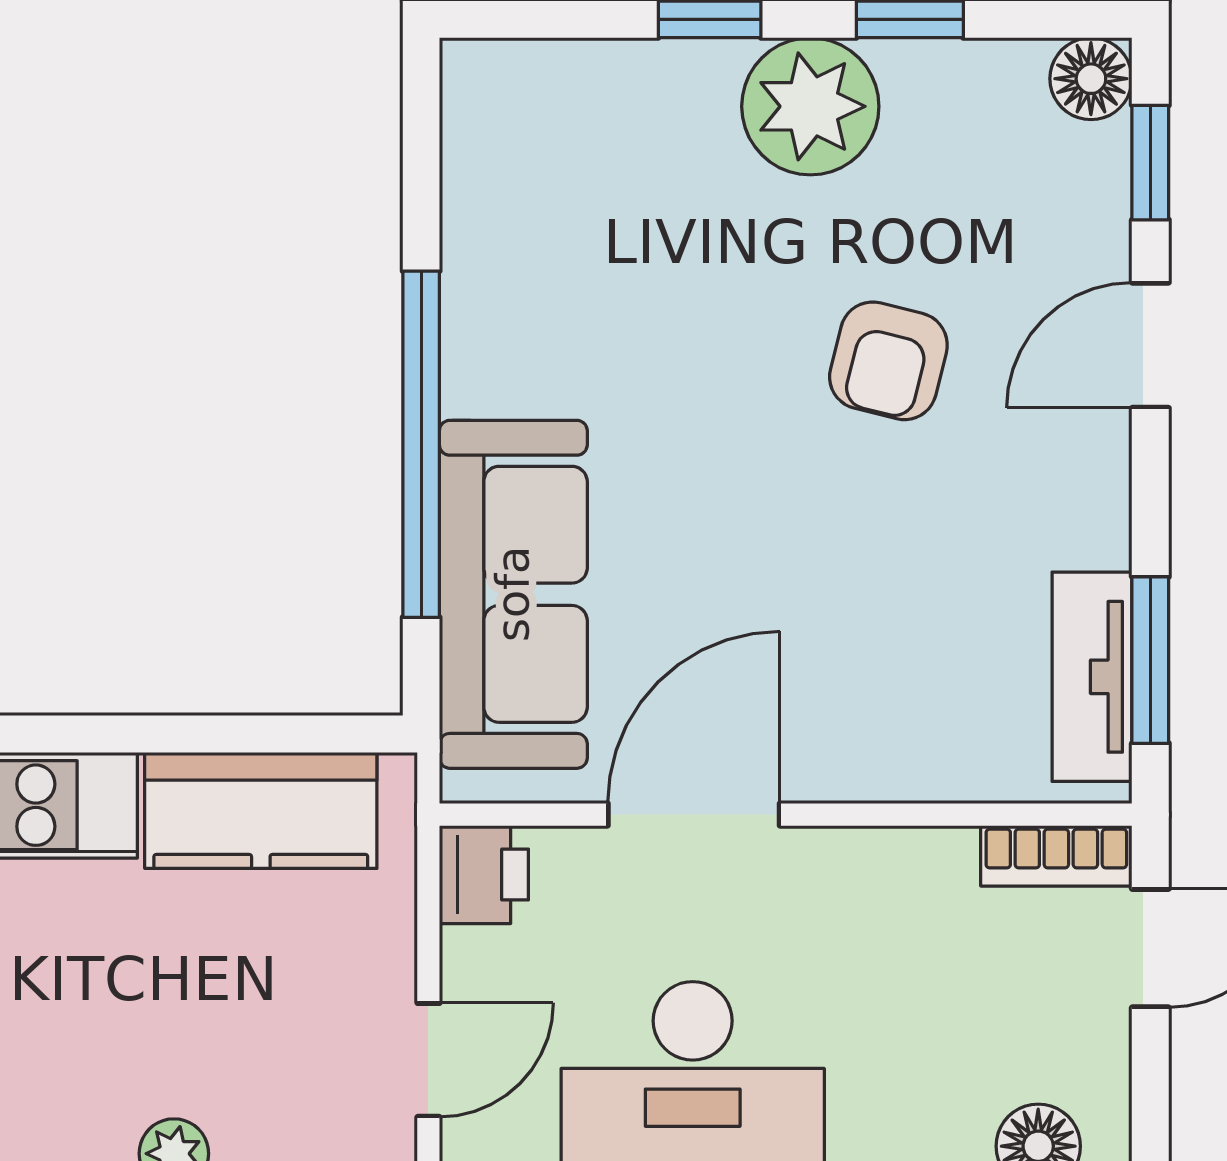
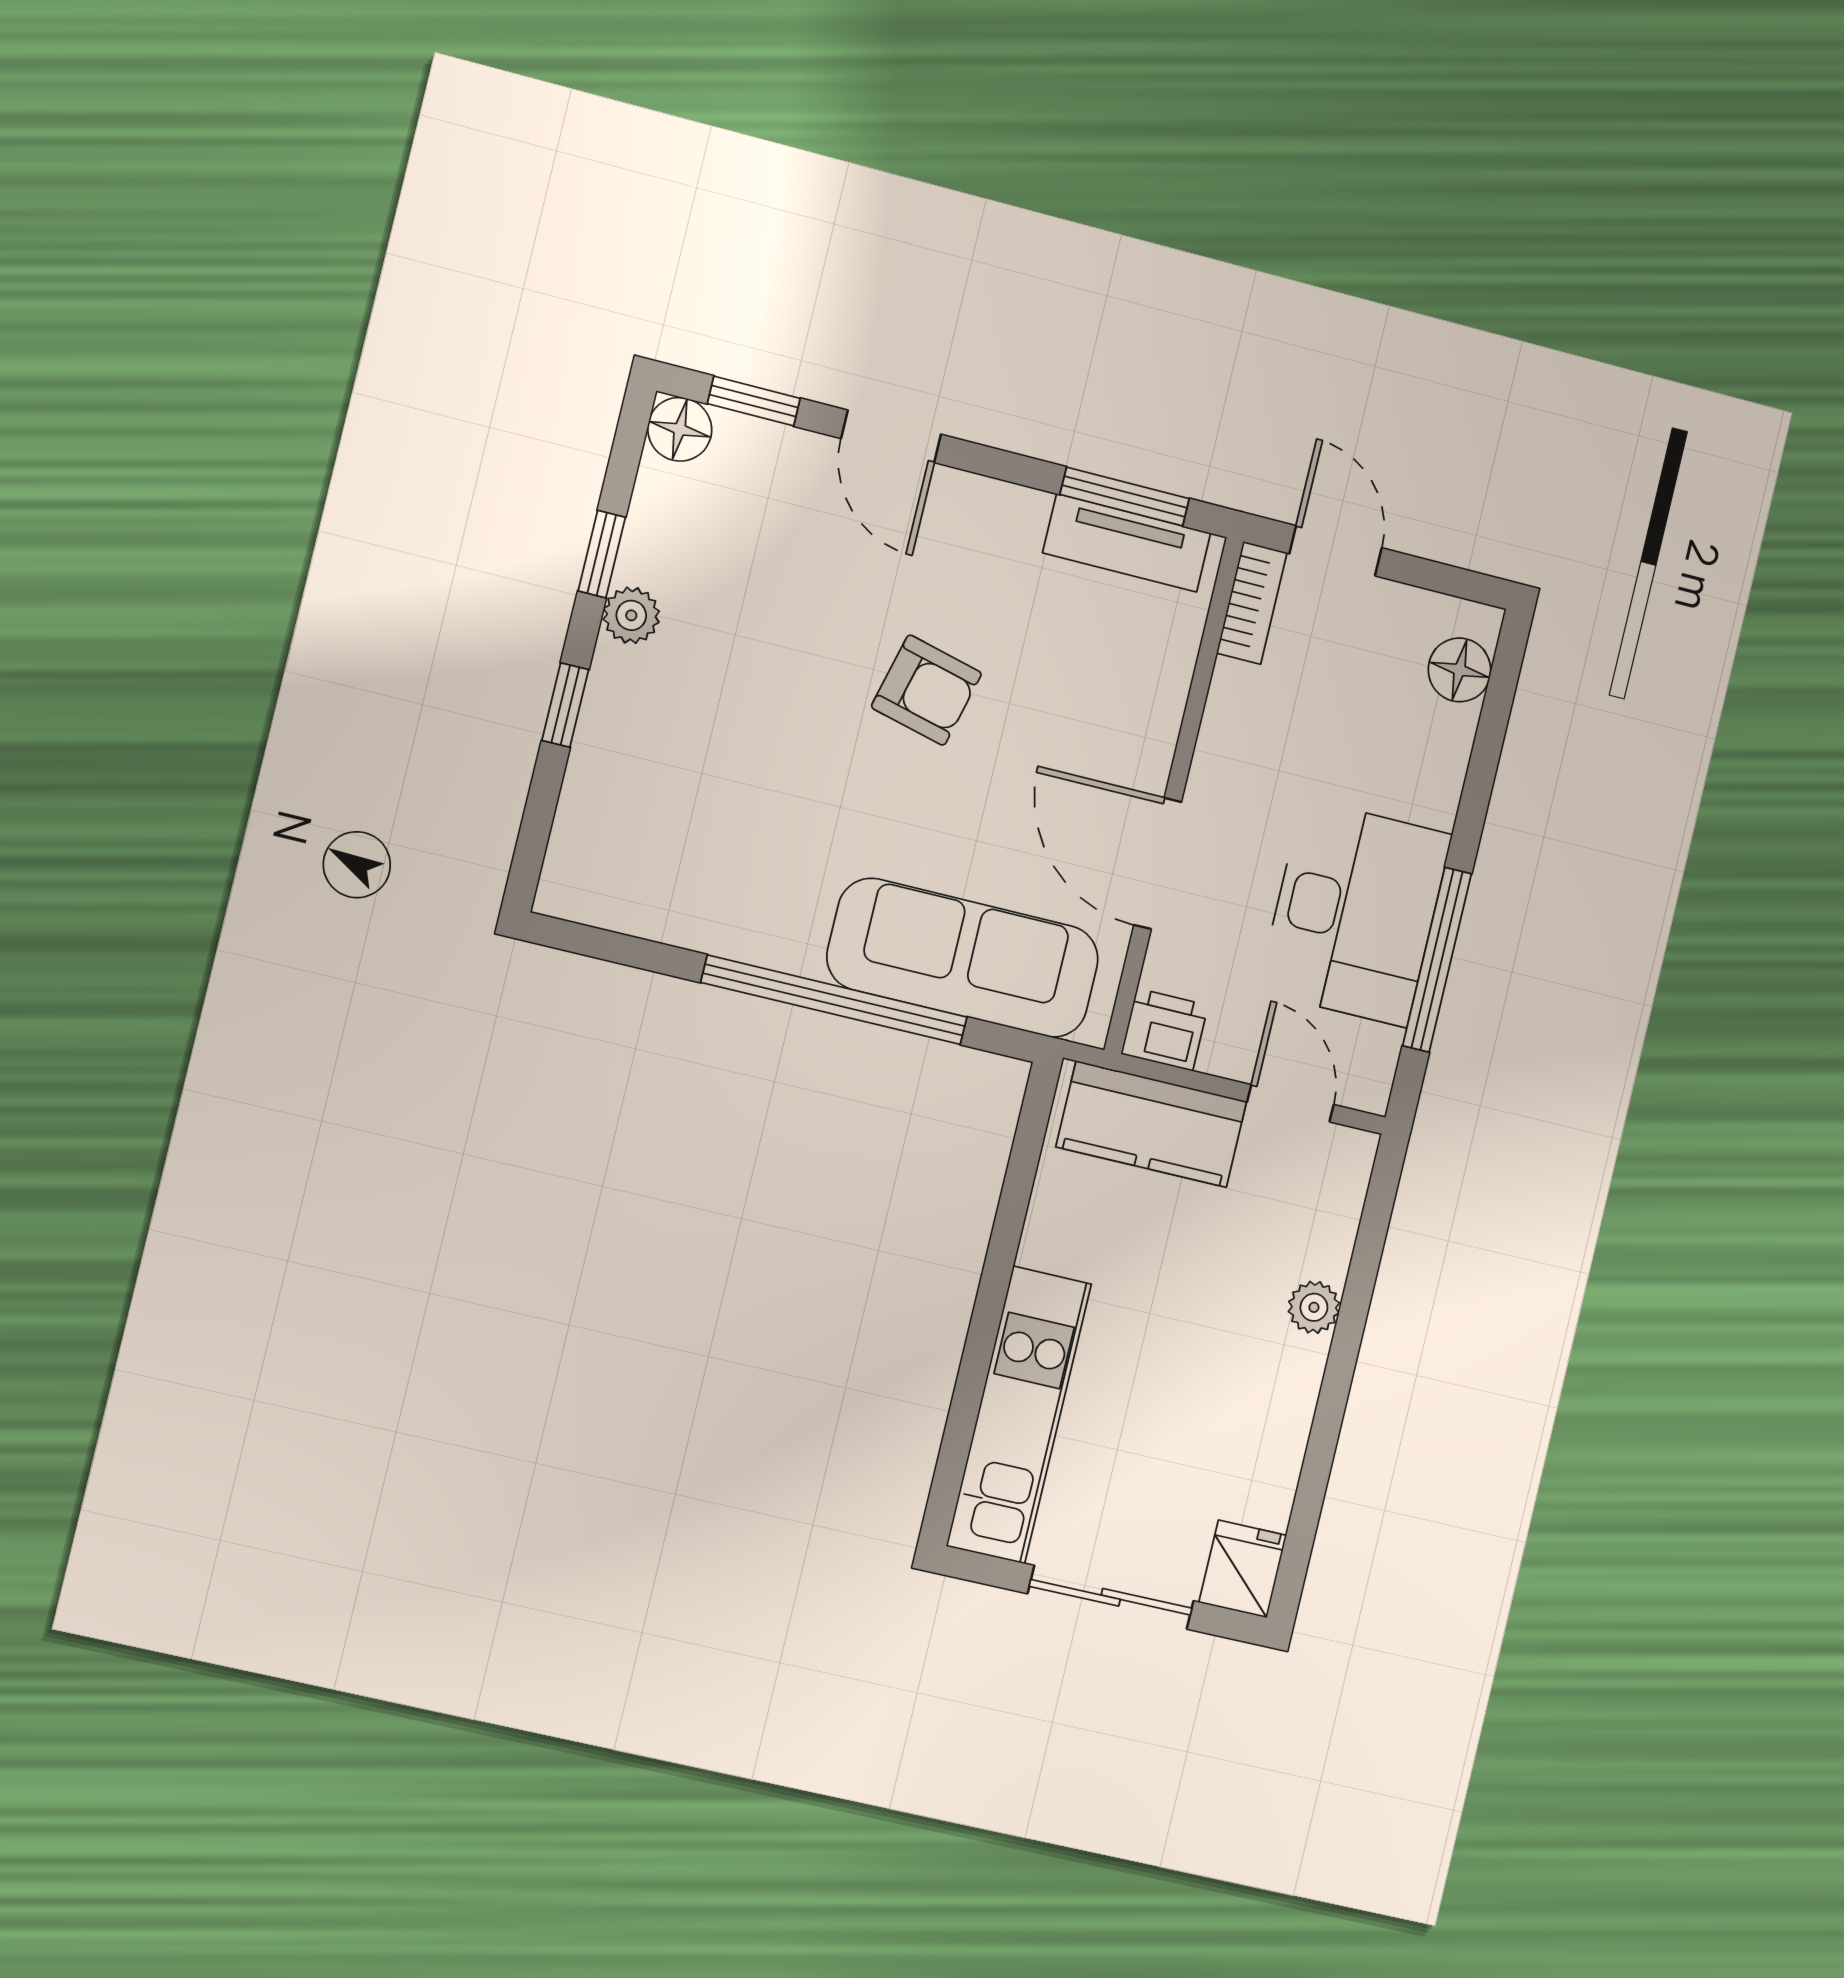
plant: (810, 106) -> (631, 615), width x0.53, depth x0.53
armchair: (888, 361) -> (926, 690), moved
kitchen counter: (261, 810) -> (1151, 1124), moved, turned 90

